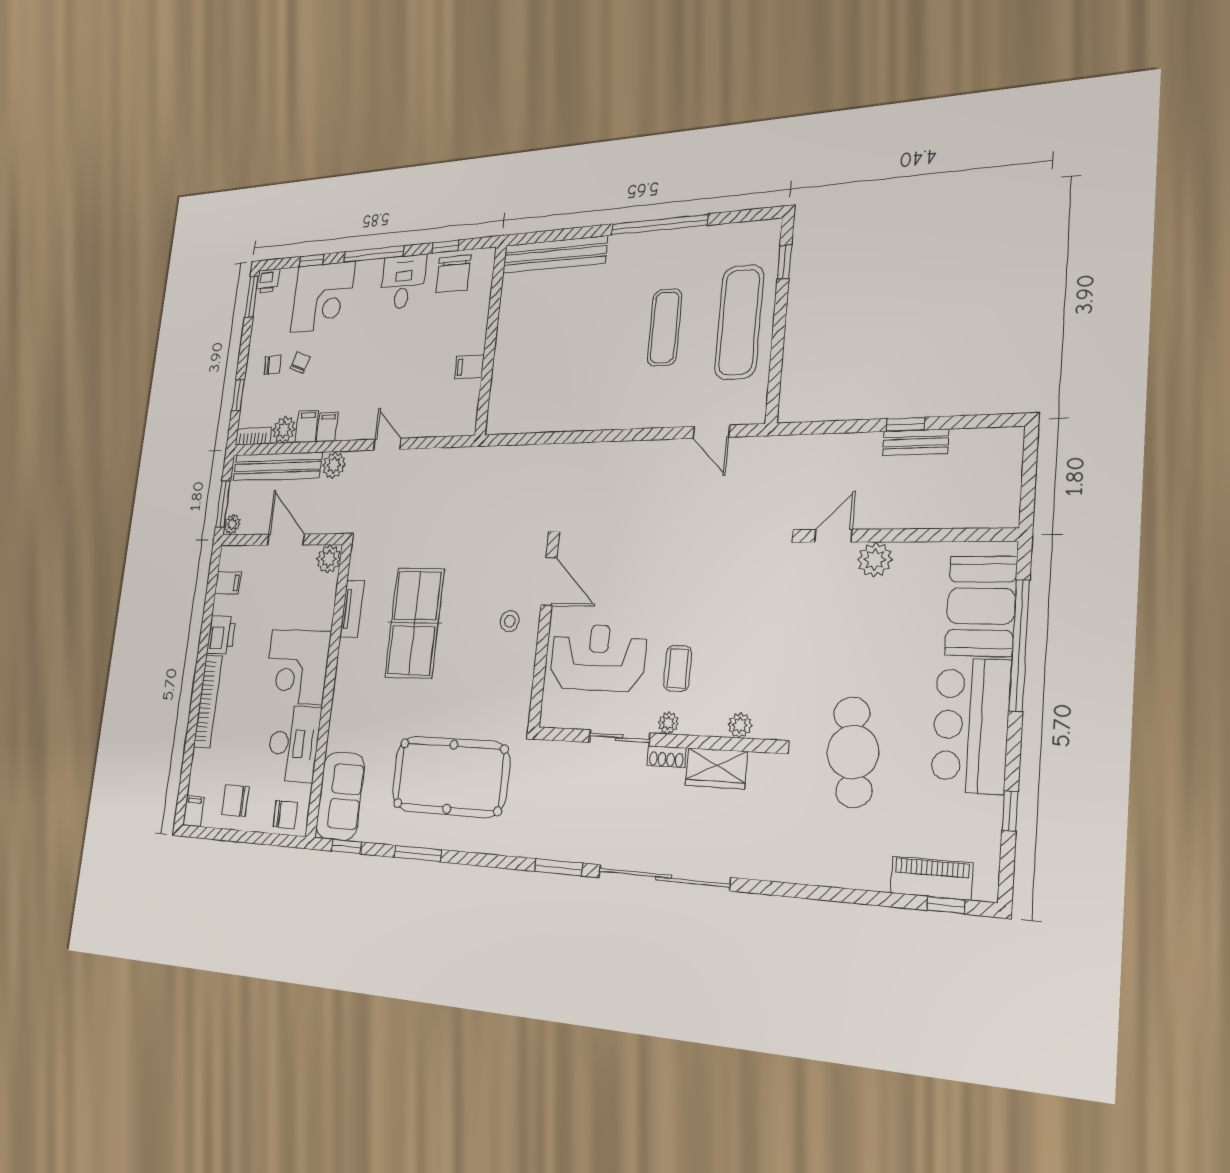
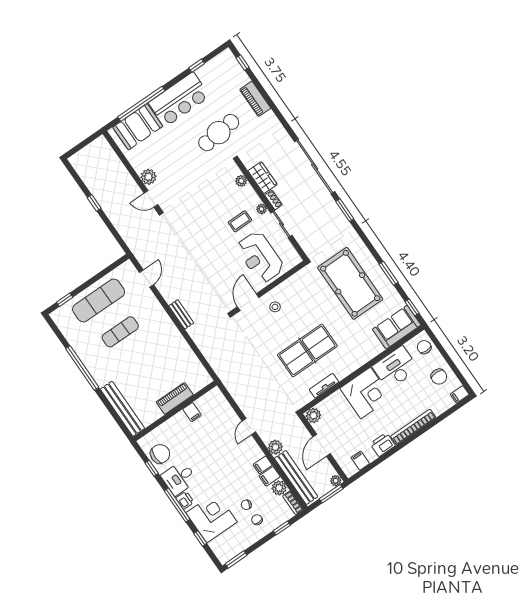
printer: (268, 281) -> (185, 500), moved
piano: (507, 352) -> (175, 398), added
bench: (916, 442) -> (181, 314), moved
piano: (931, 878) -> (255, 99), moved

